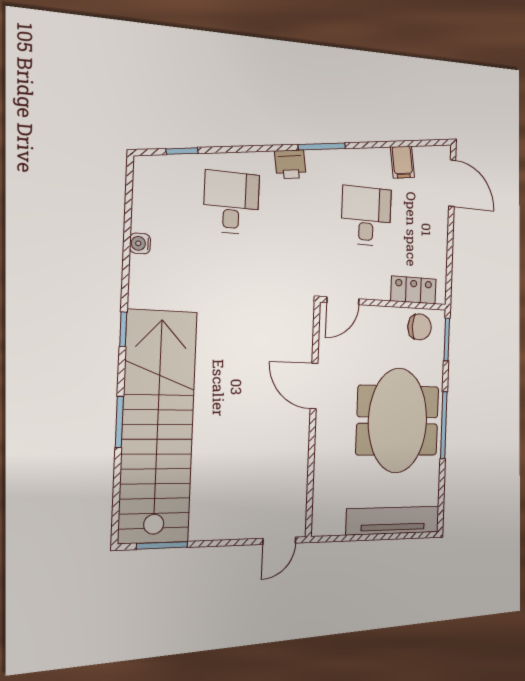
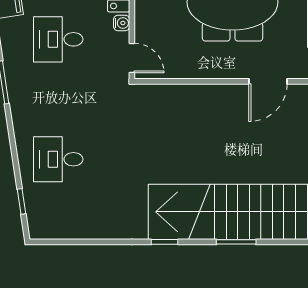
printer: (290, 164) -> (22, 110), removed
water cooler: (140, 243) -> (122, 23), moved, turned -90
door: (314, 386) -> (268, 81), moved

